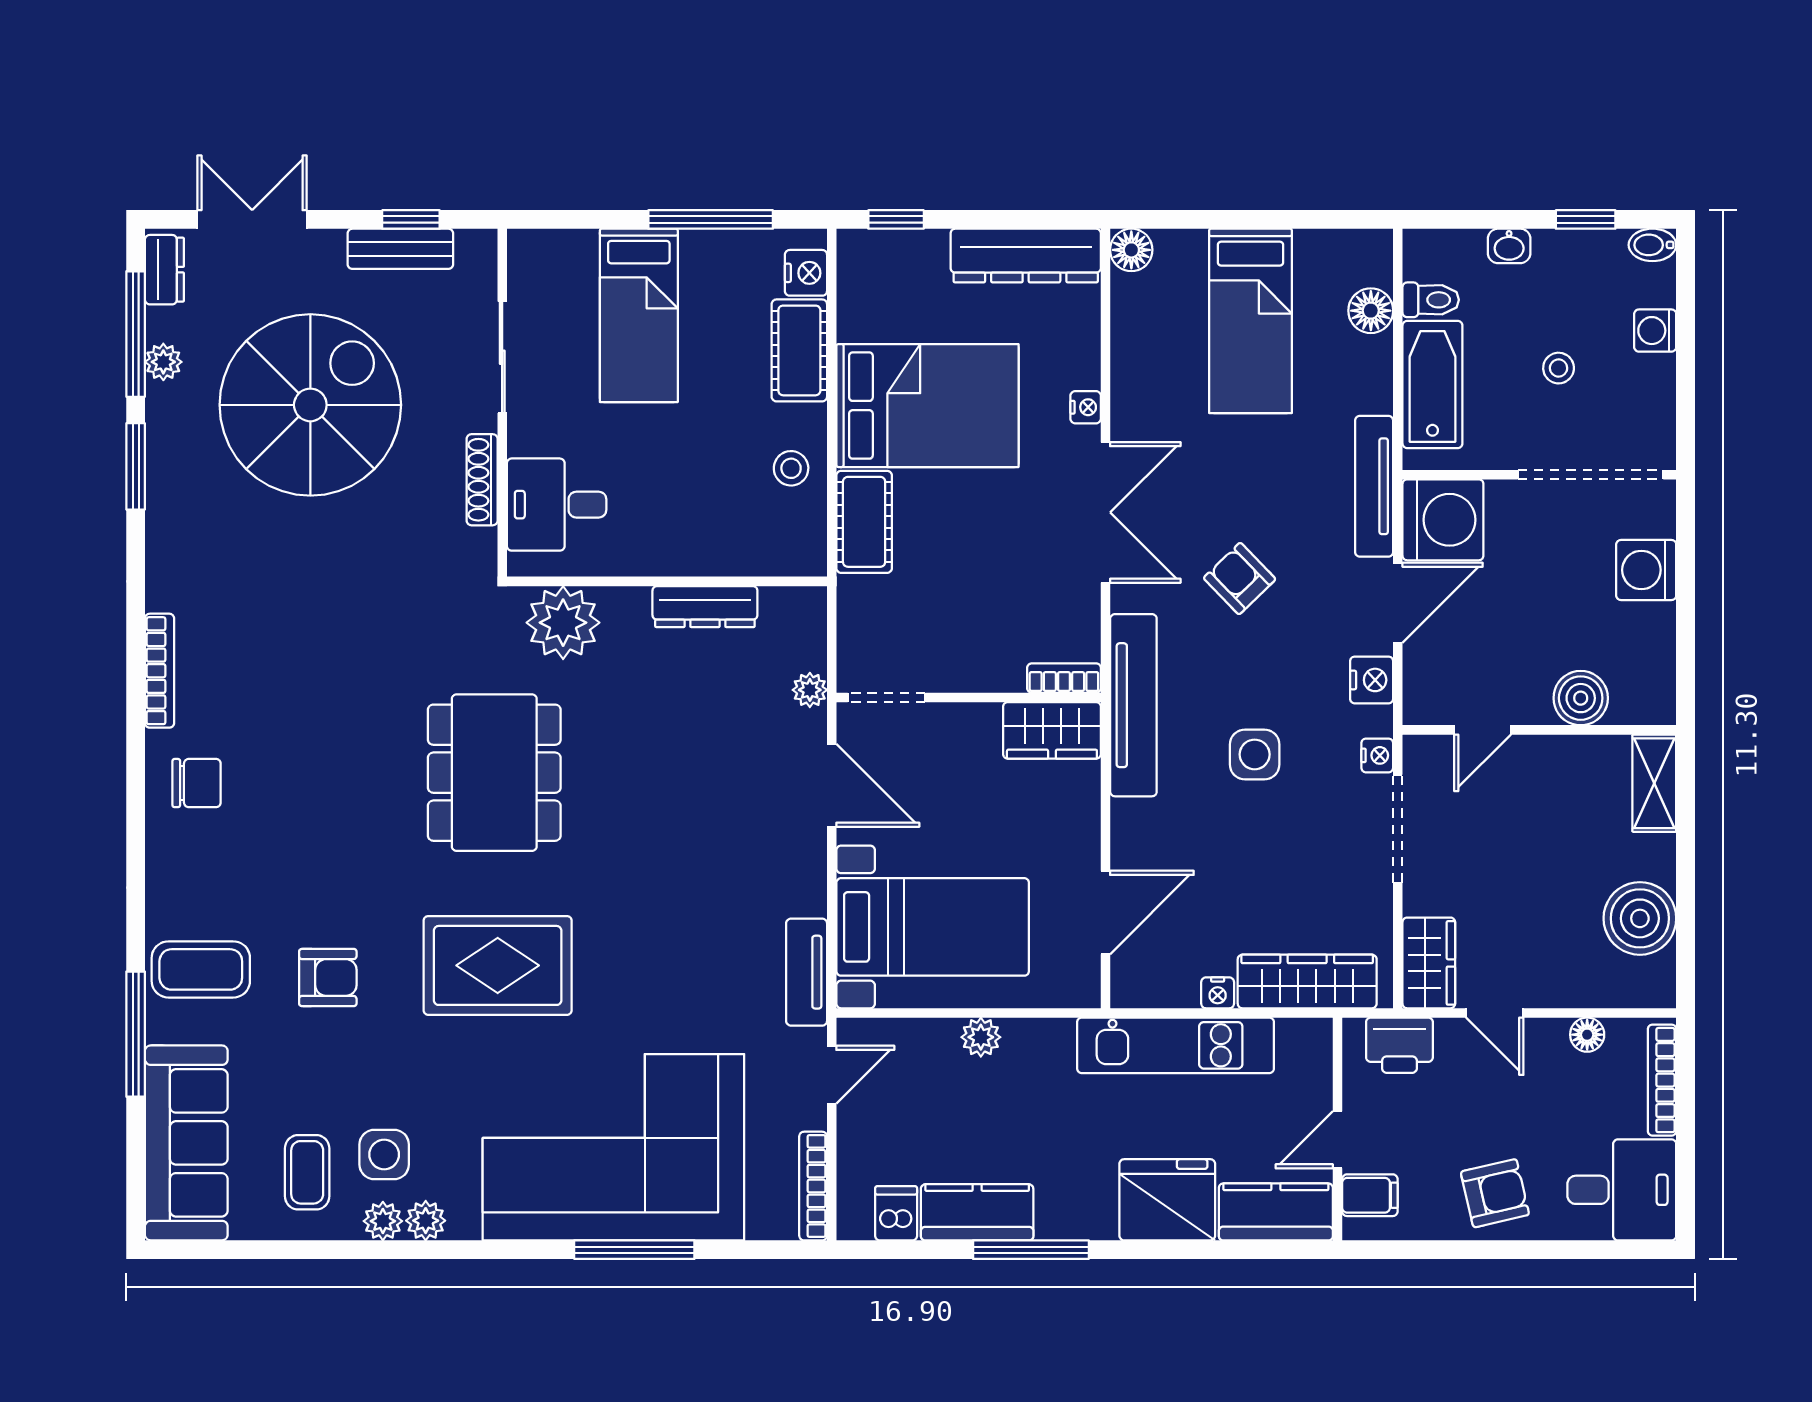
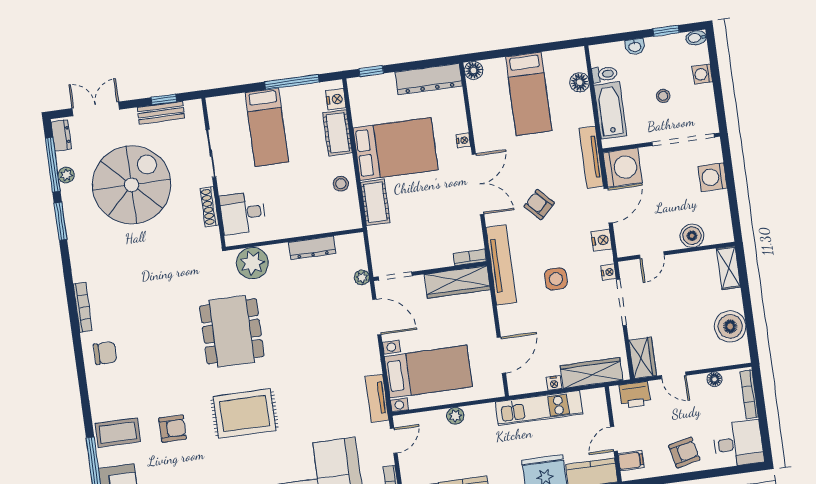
wardrobe: (1052, 730) -> (457, 282), width x1.50

